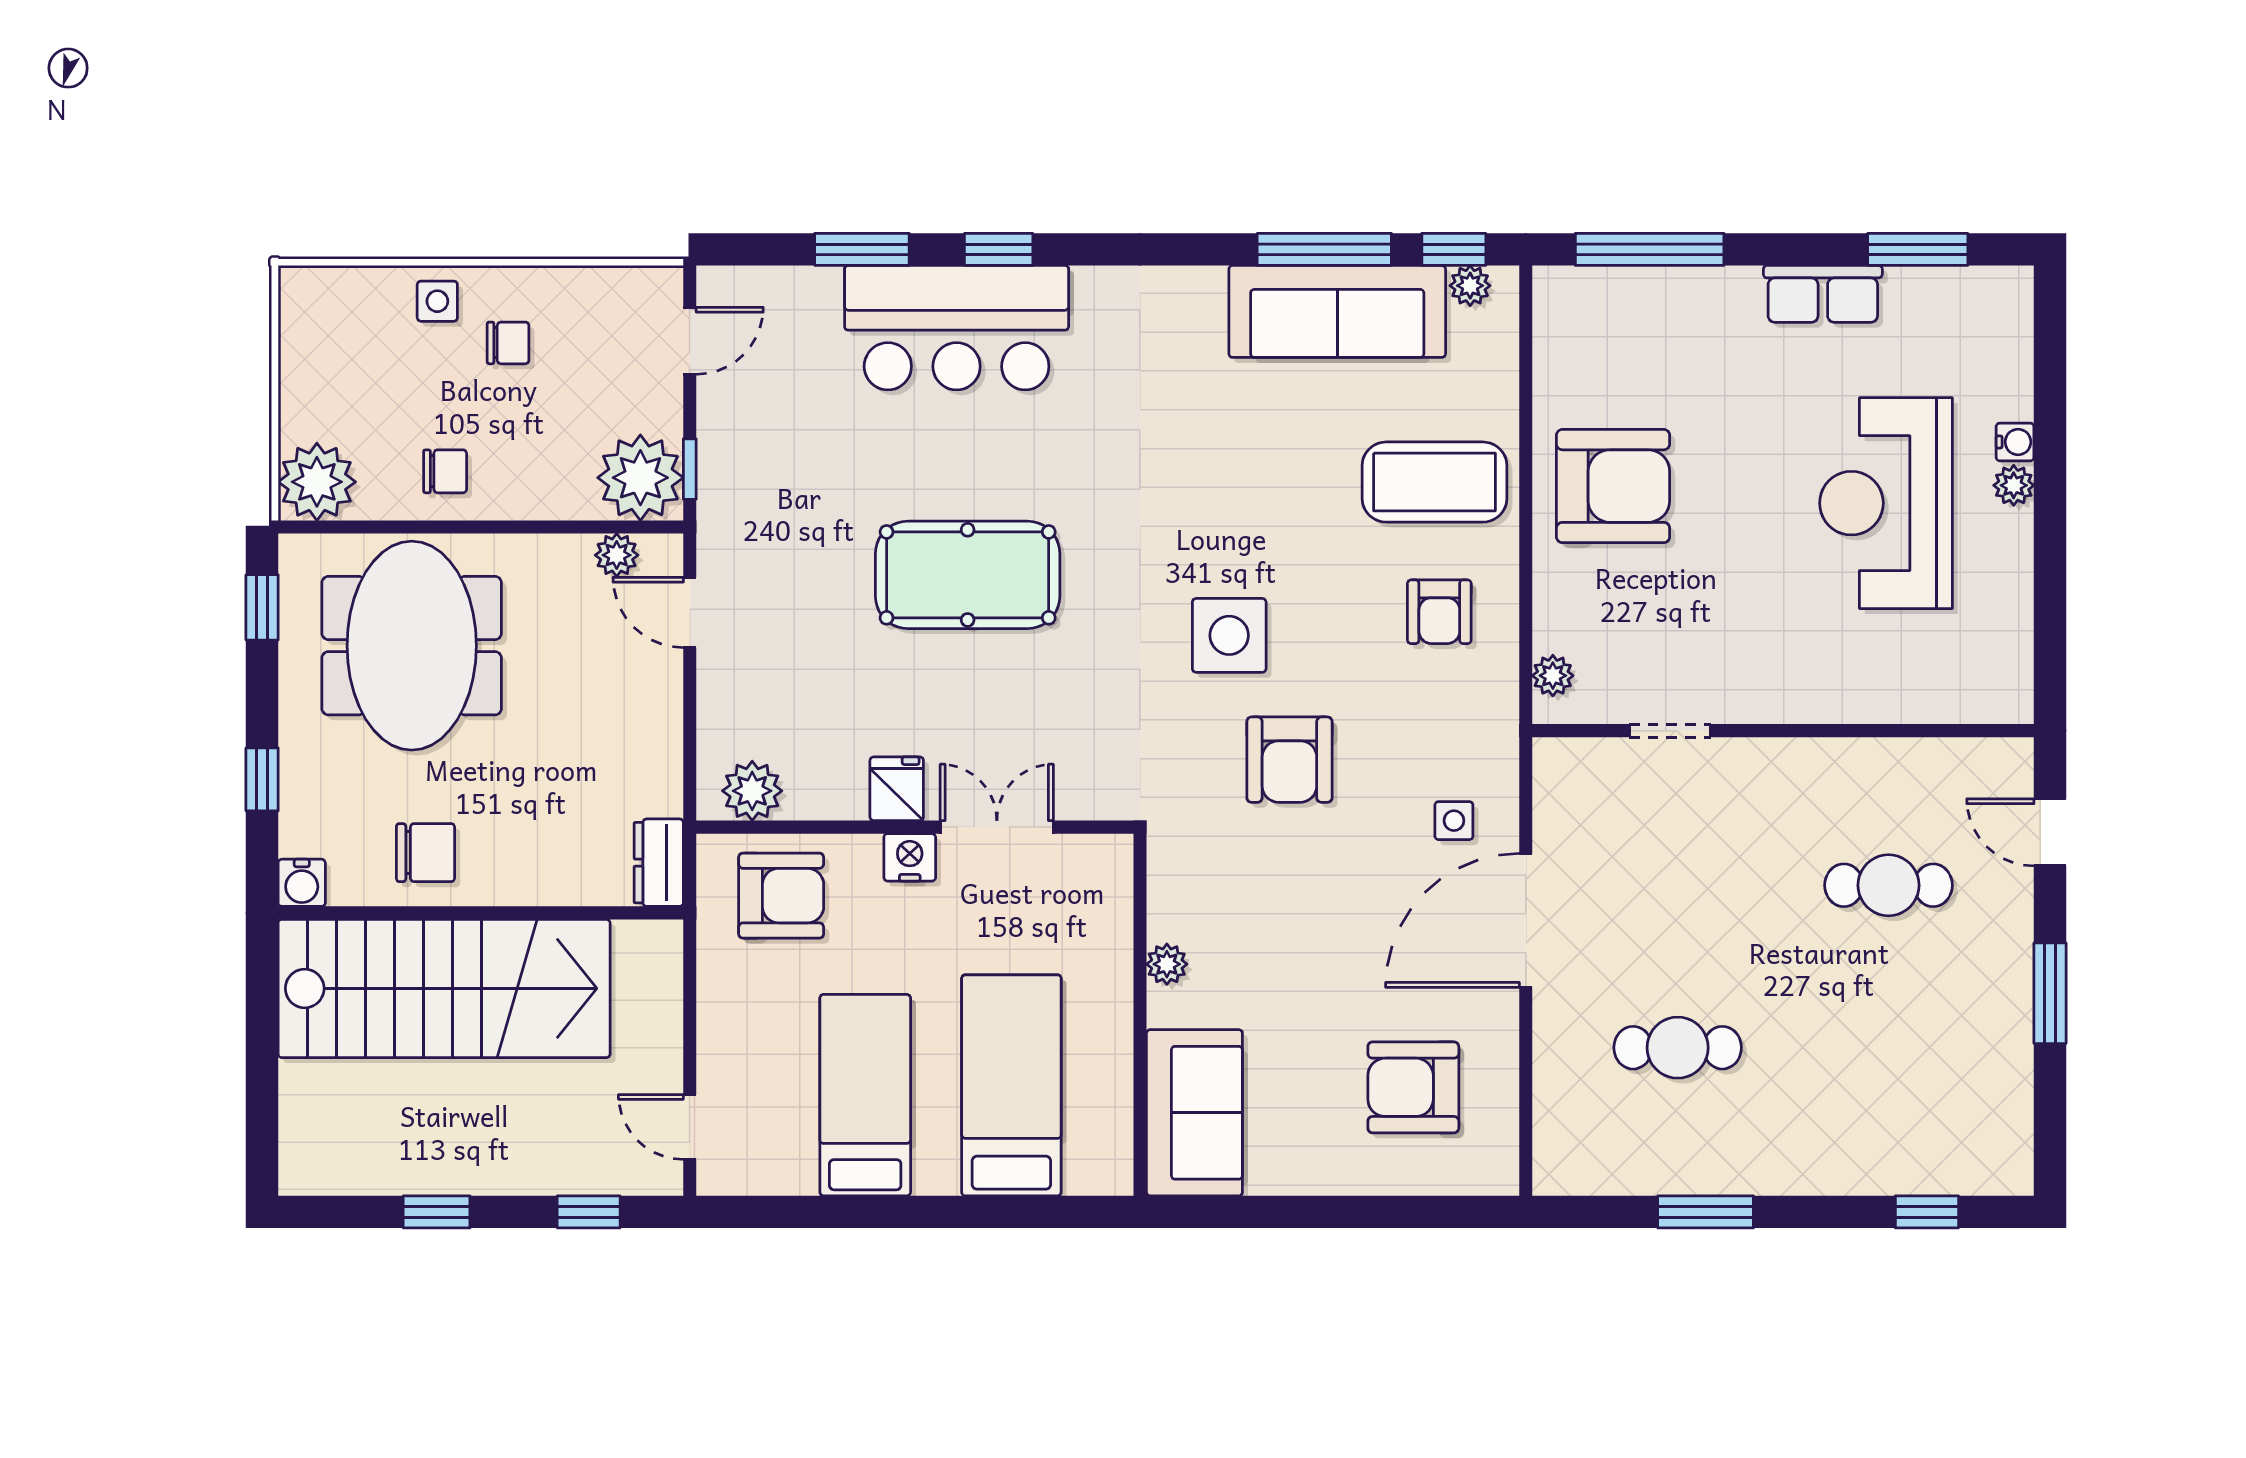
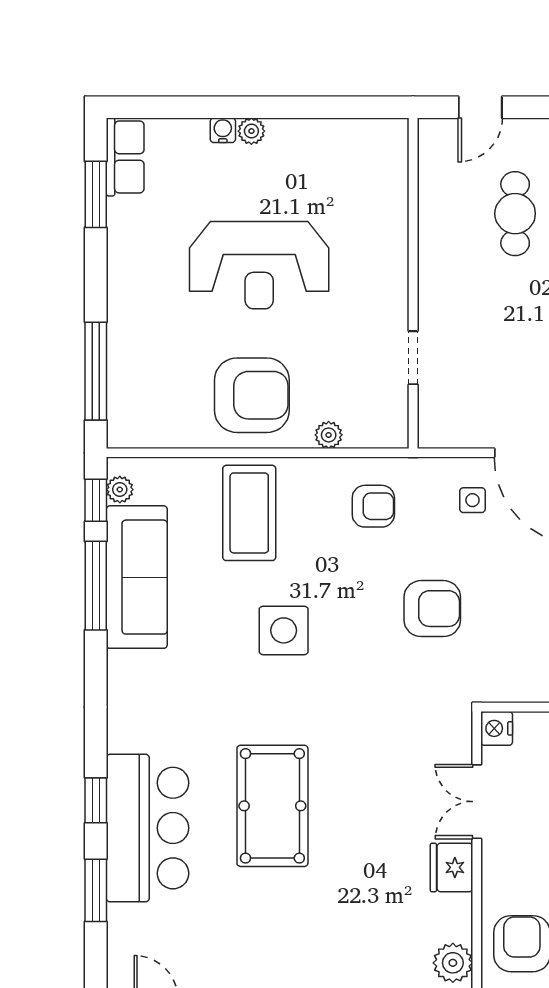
row of seats: (1823, 294) -> (125, 157), moved
armchair: (1613, 486) -> (252, 395), turned 90
reception desk: (1886, 503) -> (259, 265), moved
pool table: (968, 575) -> (272, 806), moved
armchair: (1439, 612) -> (373, 506), moved
side table: (1229, 635) -> (284, 630), moved
plant: (1553, 676) -> (329, 435), moved
fridge: (897, 789) -> (451, 867), width x1.38
nightstand: (910, 857) -> (497, 728), moved

